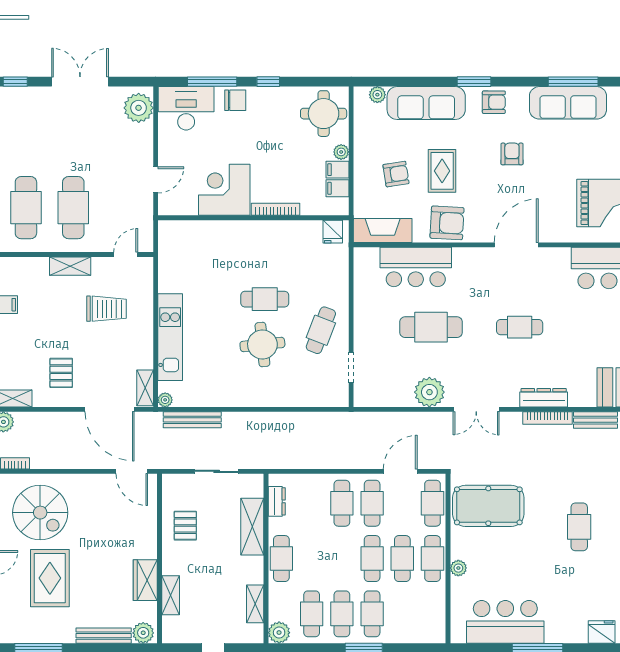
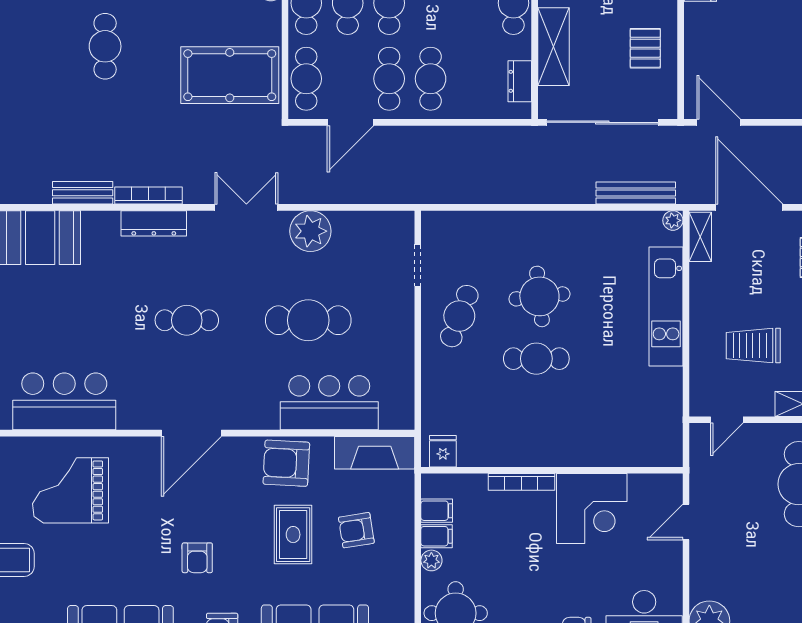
sliding door: (217, 471) -> (602, 122), width x1.86

